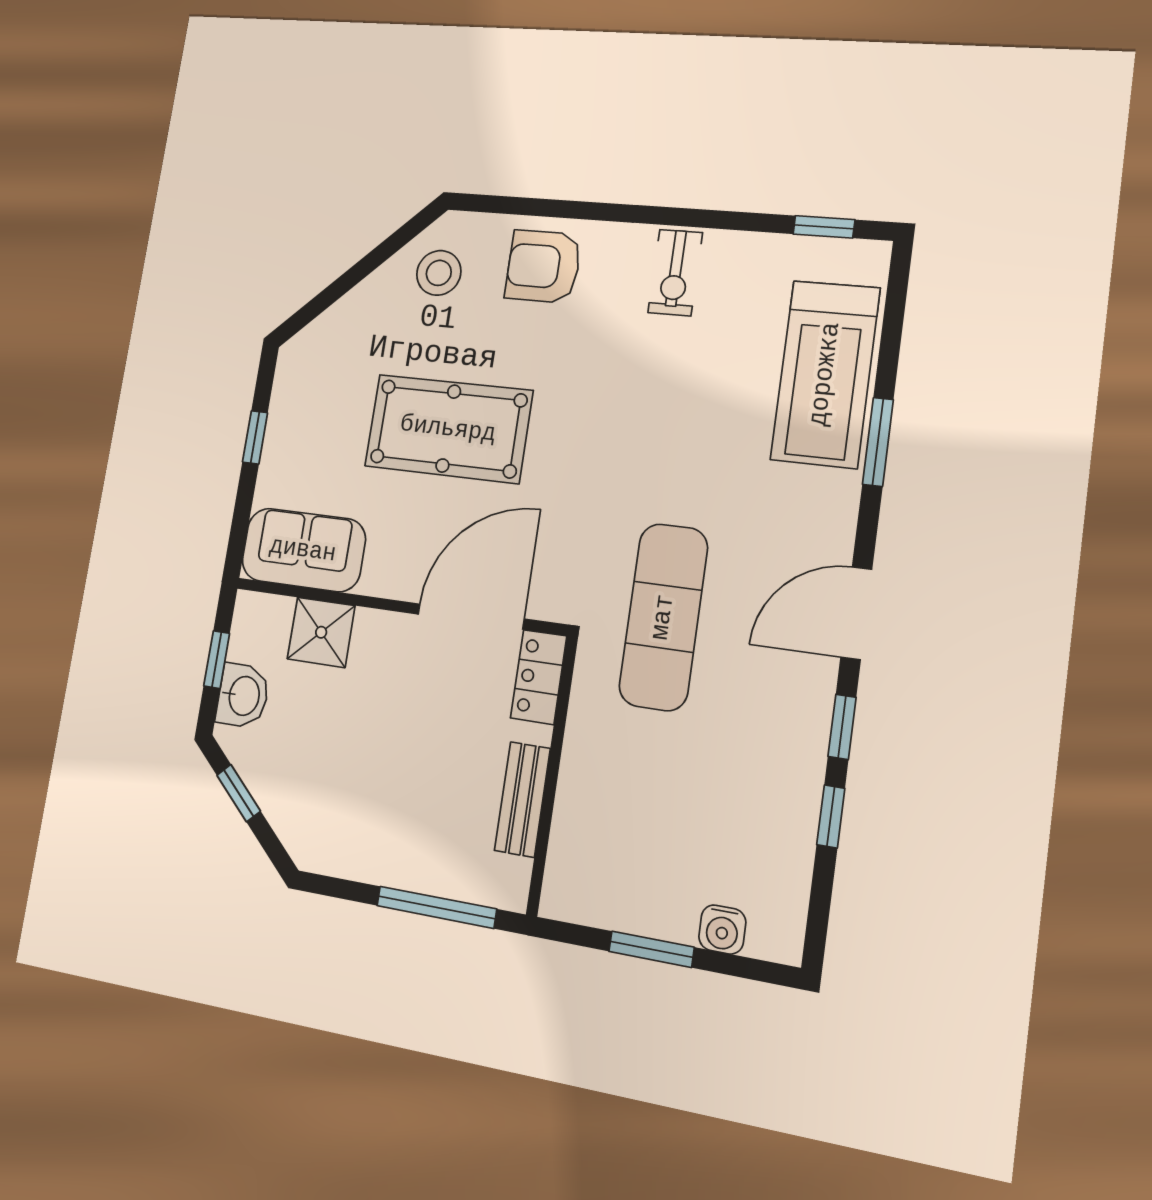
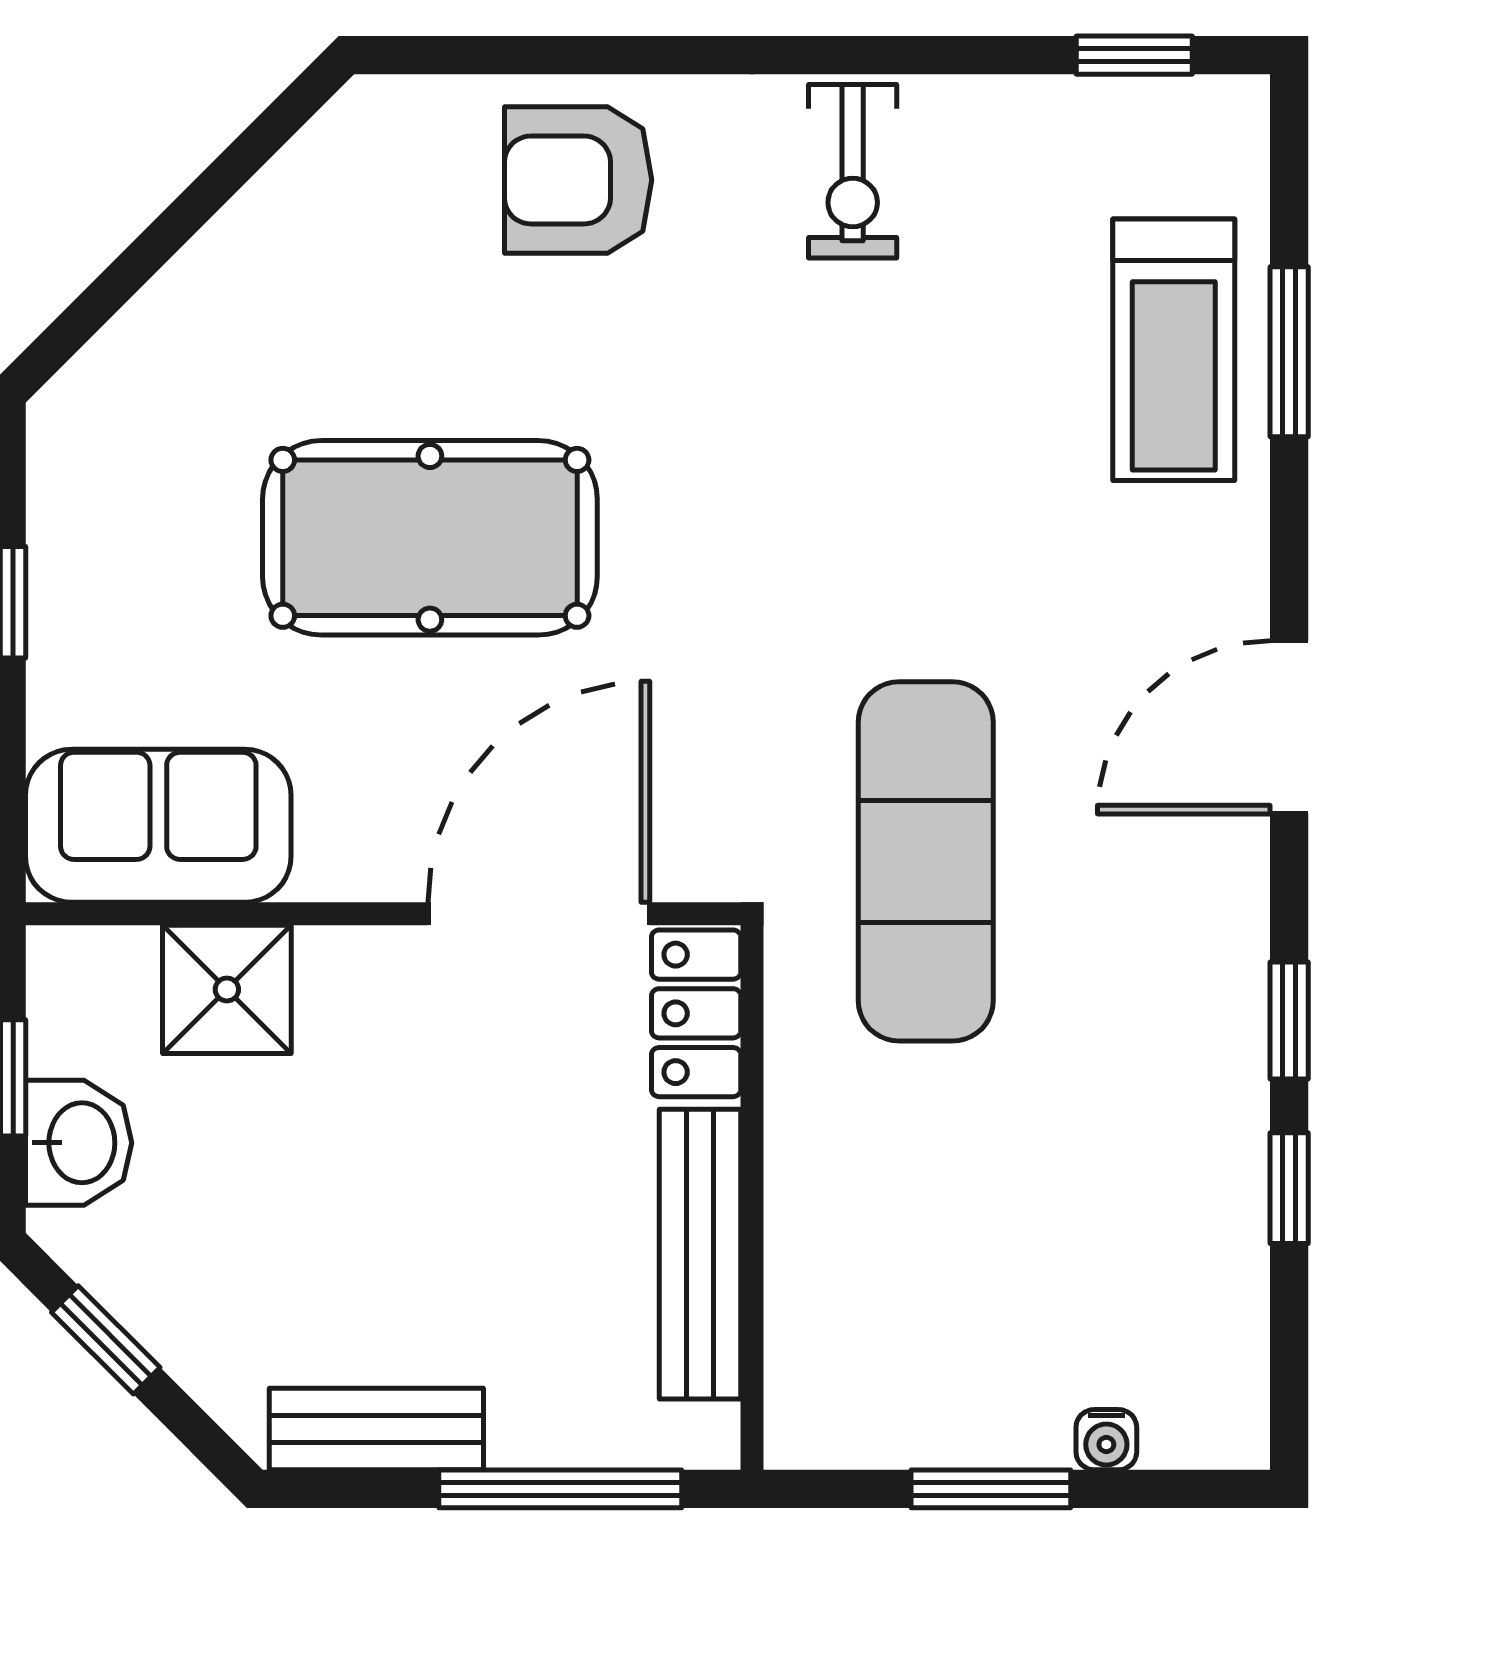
stool: (439, 273) -> (356, 212), removed
treadmill: (825, 374) -> (1174, 350), width x0.73, depth x0.73
window: (878, 442) -> (1289, 352), moved
door: (856, 613) -> (1289, 727), moved
bench: (522, 799) -> (700, 1254), width x1.36
bench: (354, 860) -> (376, 1429), added
water cooler: (722, 929) -> (1106, 1440), width x0.72, depth x0.72

